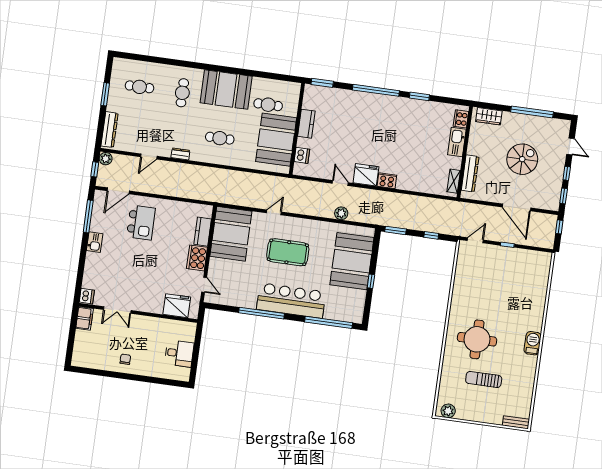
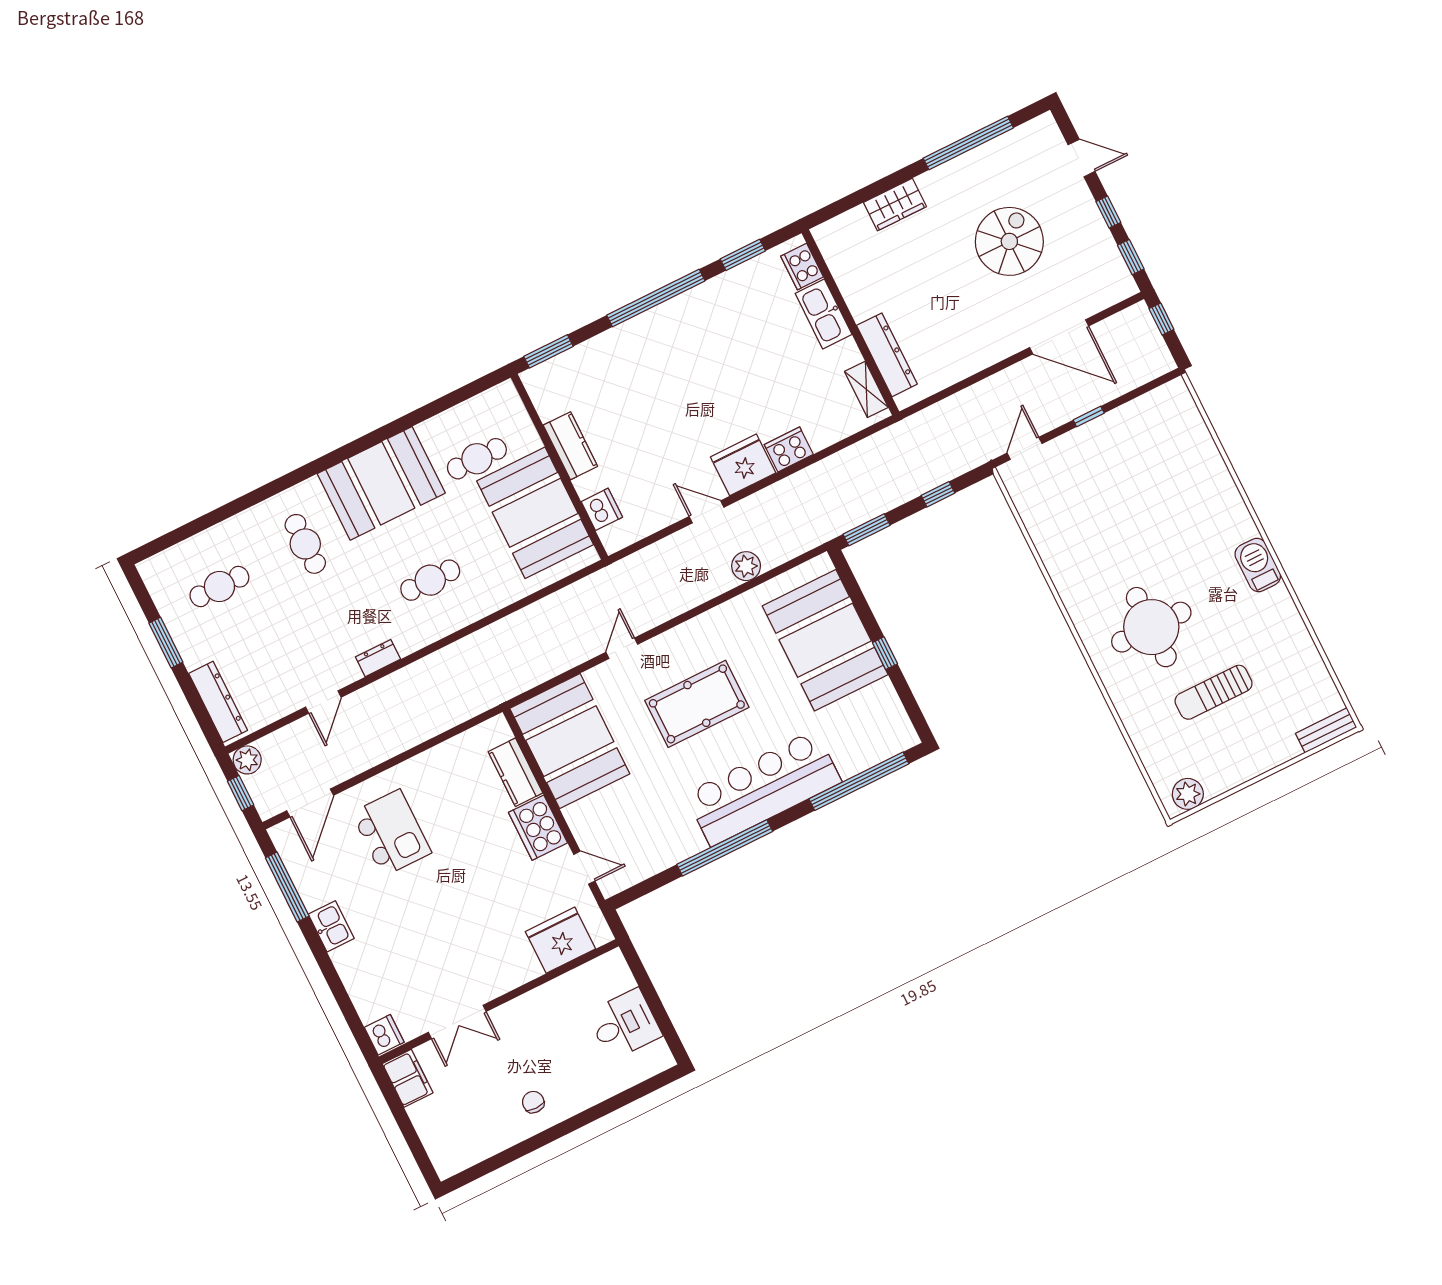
cooker: (461, 119) -> (802, 267), moved
kitchen sink: (457, 142) -> (824, 314), moved
wall: (465, 152) -> (850, 322), moved
dresser: (470, 173) -> (887, 355), moved
shelving: (454, 181) -> (866, 389), moved

